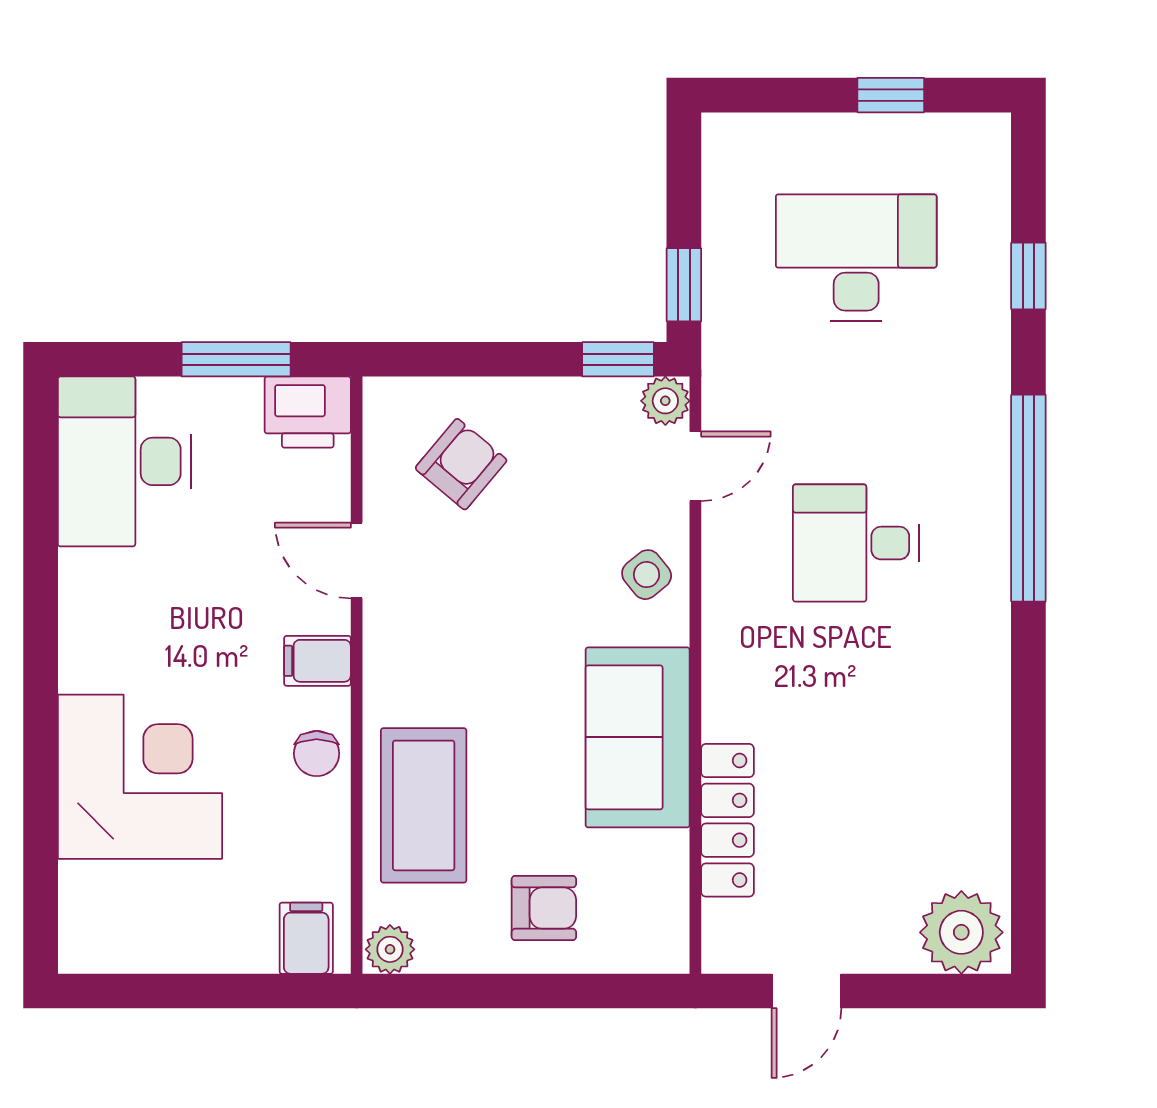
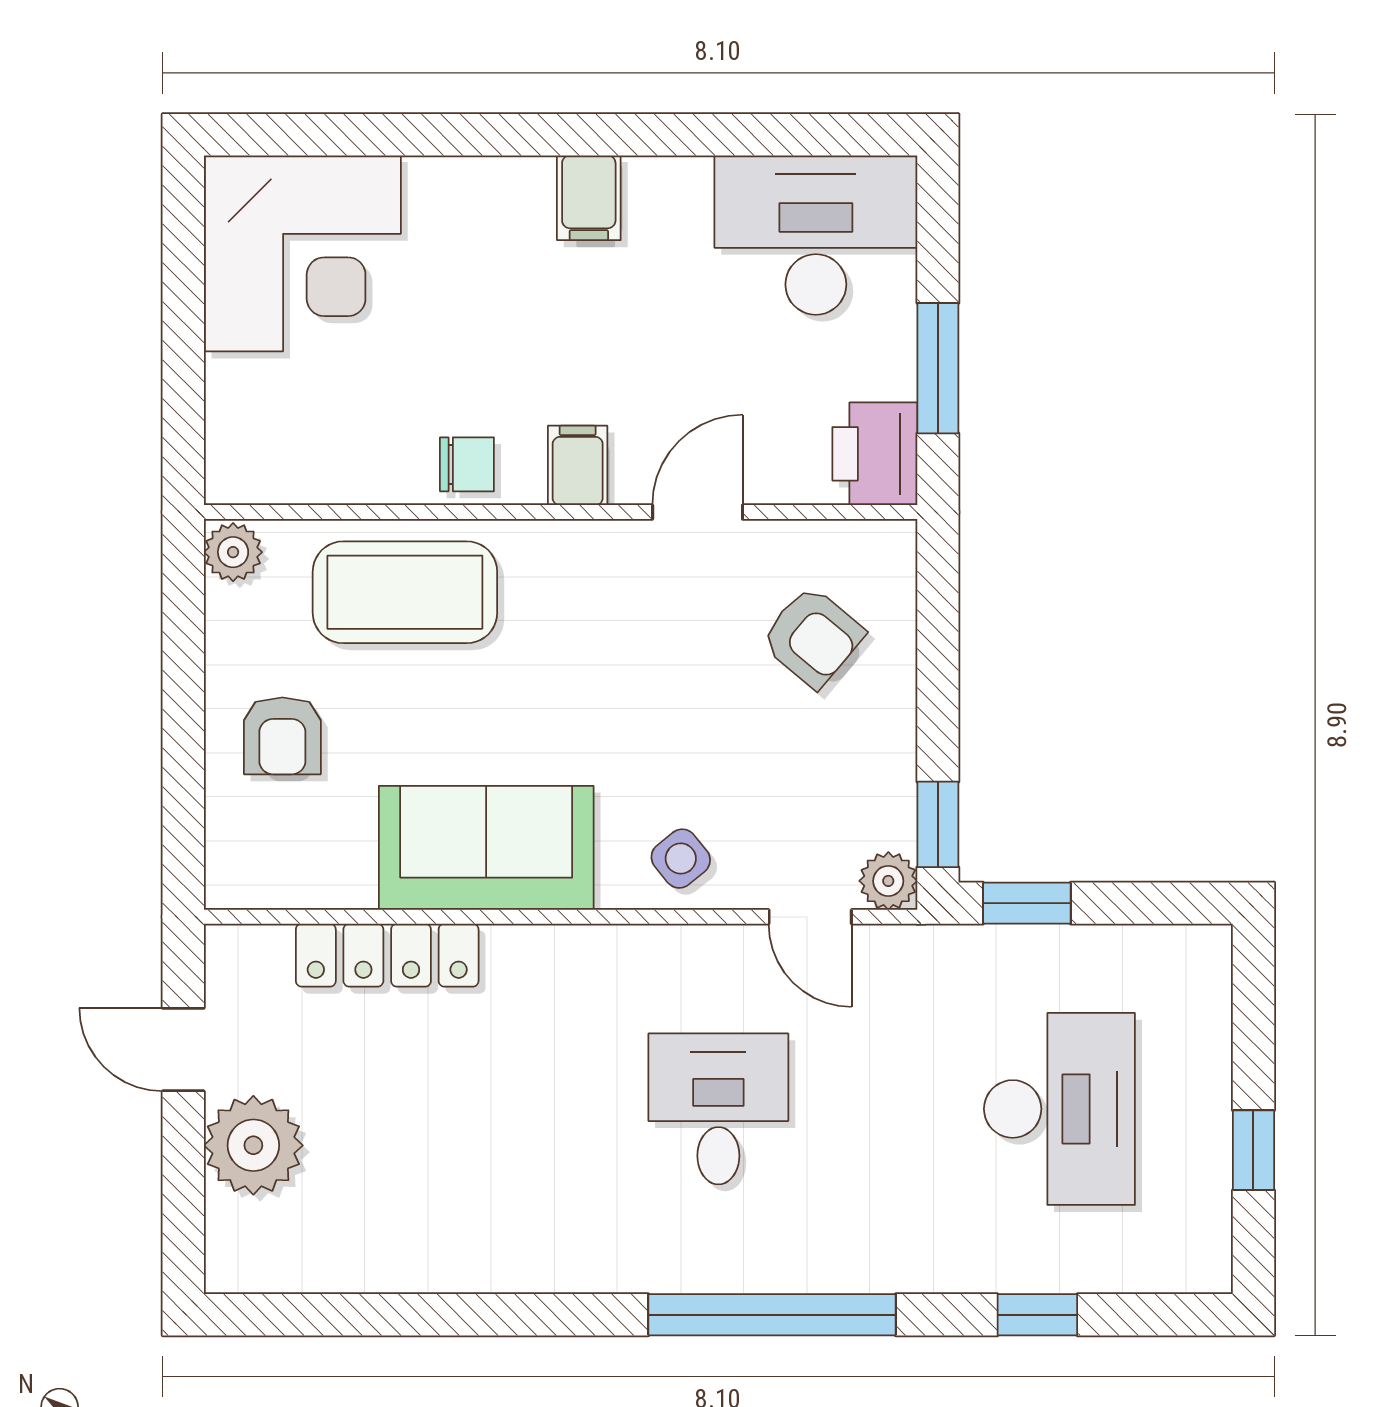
chair: (317, 754) -> (467, 464), turned 180
corner desk: (140, 777) -> (303, 253), moved
plant: (961, 932) -> (253, 1145), moved
filing cabinet: (306, 938) -> (589, 198), moved, turned 90

